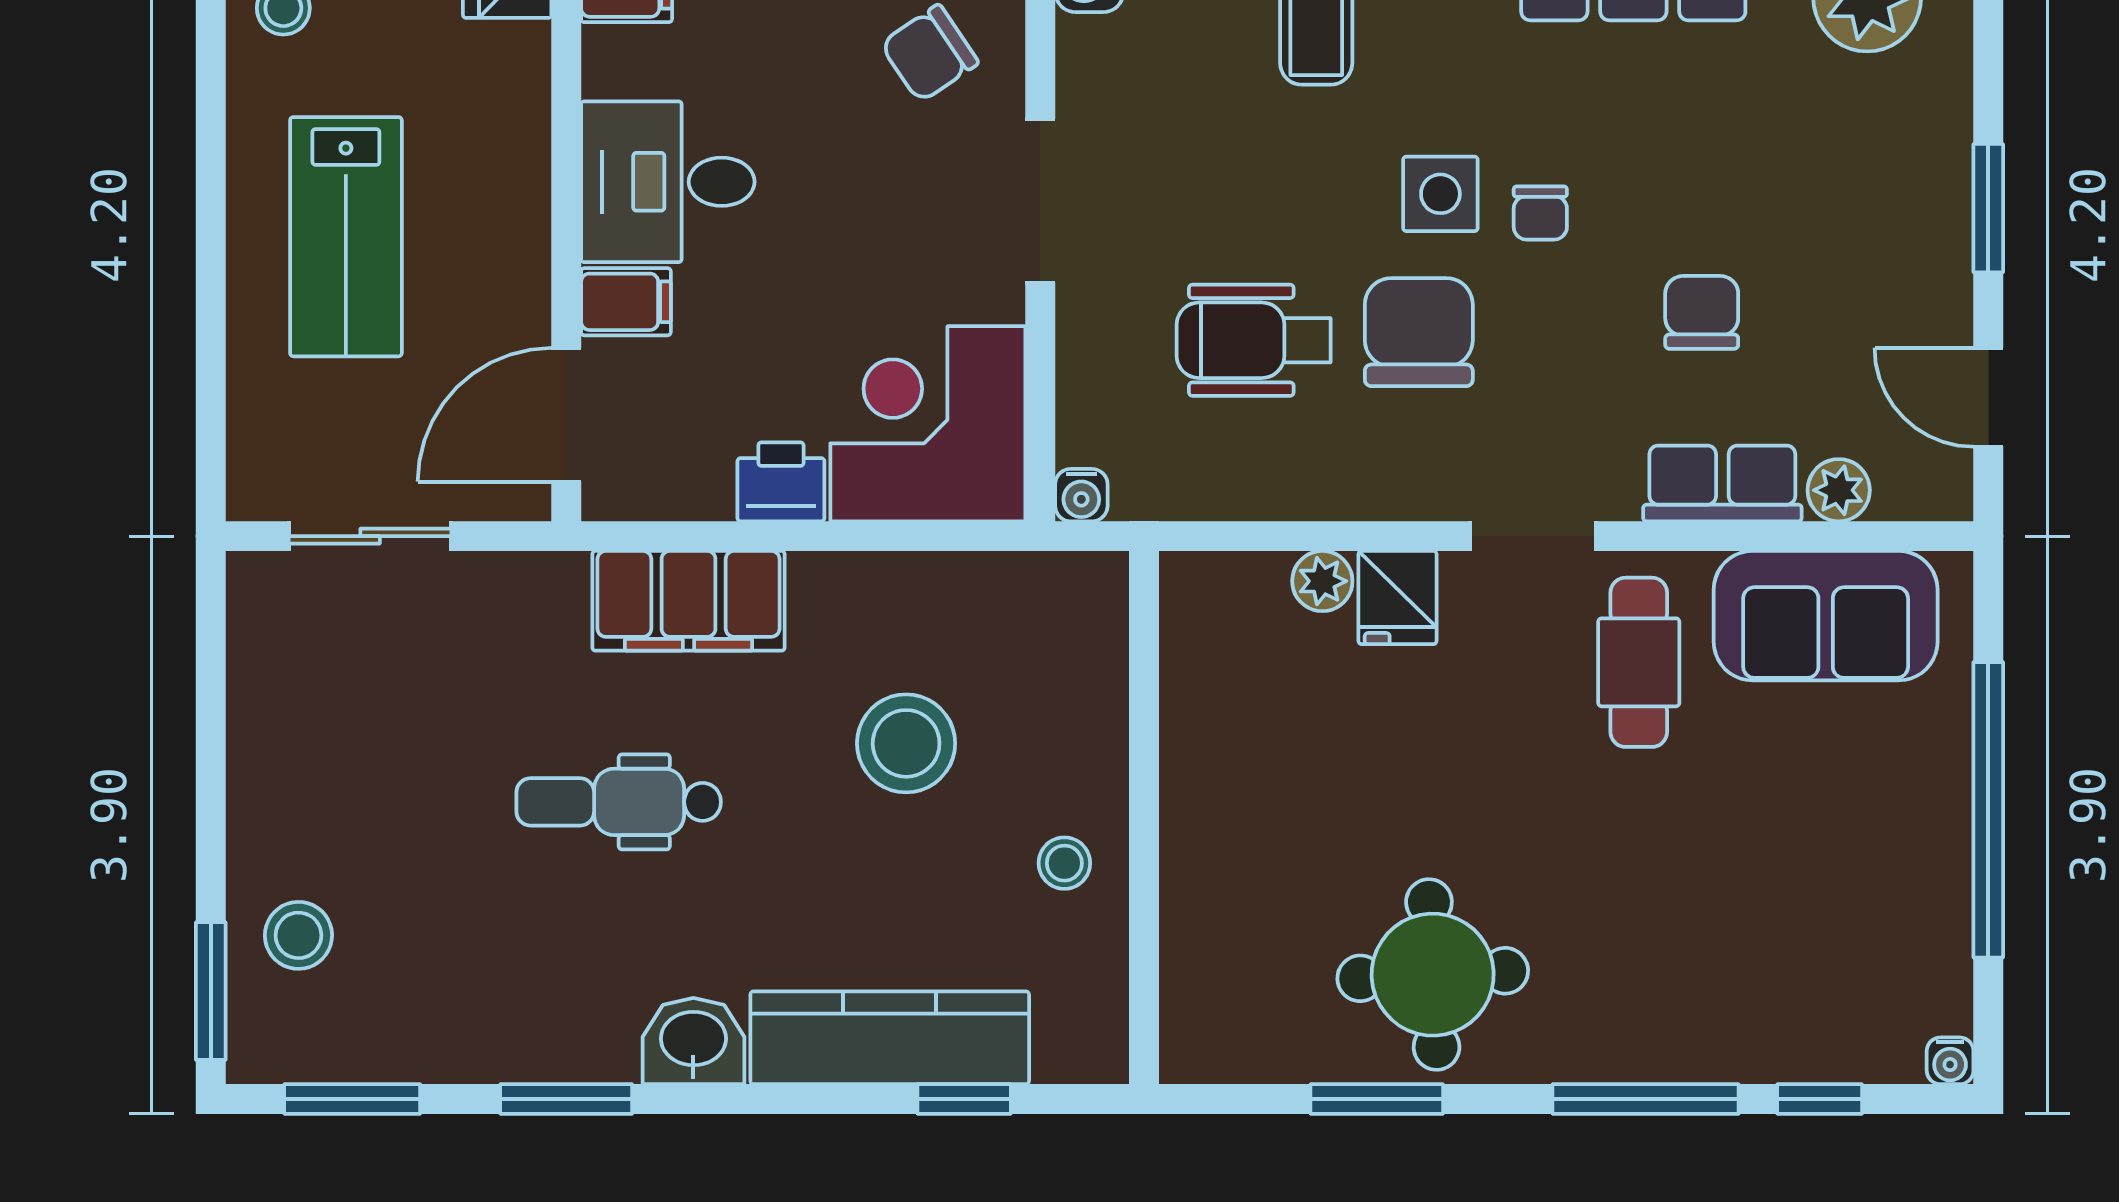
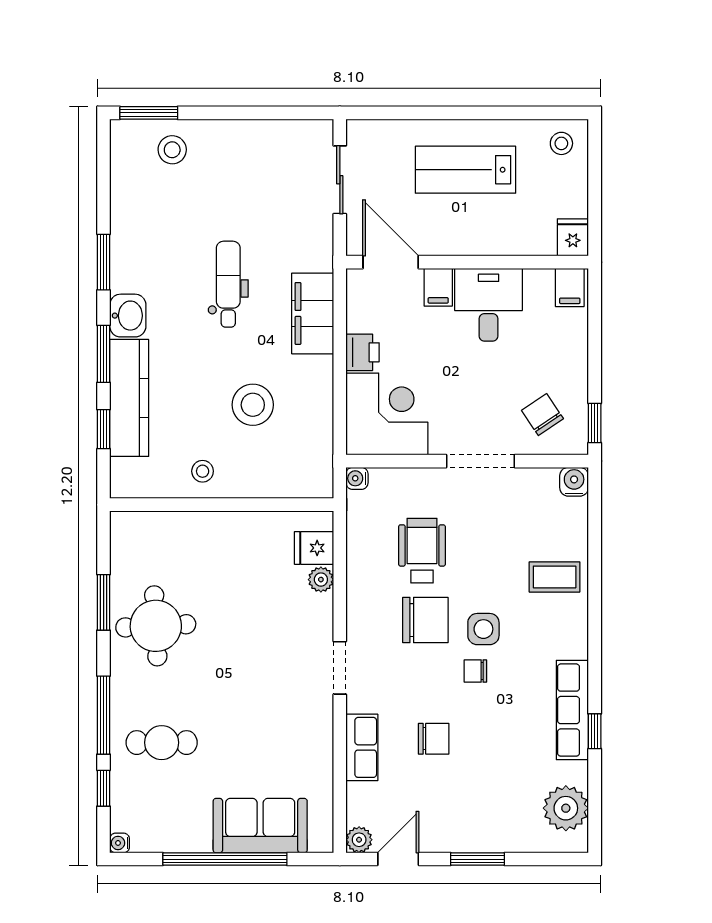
plant: (1839, 490) -> (359, 840), moved
fridge: (1398, 598) -> (314, 548), moved
sofa: (1826, 616) -> (260, 826), moved, turned 90
cafe table: (1639, 662) -> (162, 743), moved
window: (352, 1099) -> (104, 354), moved

